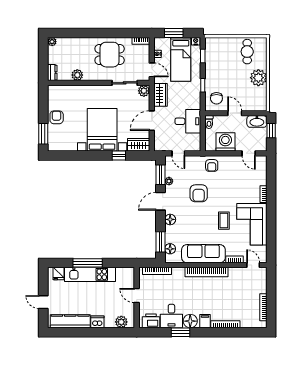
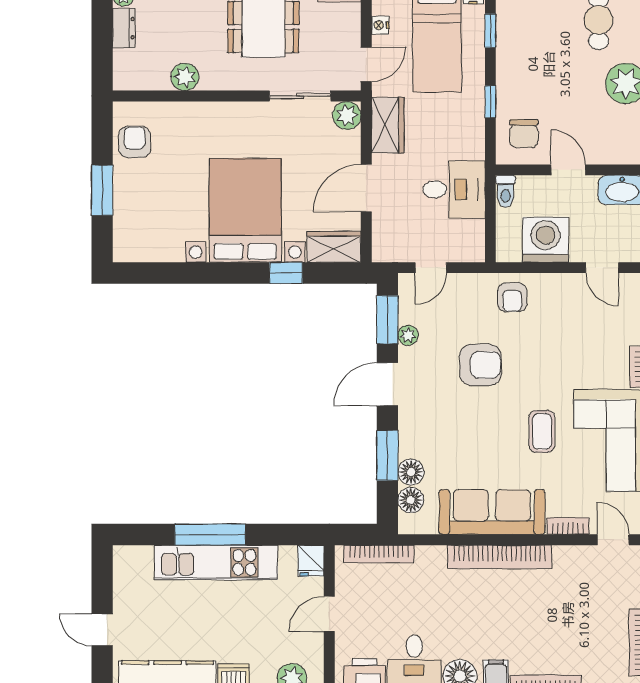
door: (152, 70) -> (366, 64), hinge flipped
dresser: (52, 73) -> (124, 28), moved
armchair: (57, 117) -> (135, 142), moved
window: (43, 134) -> (102, 190), moved
door: (178, 153) -> (431, 268), hinge flipped
armchair: (199, 193) -> (480, 365), turned -90
floor lamp: (170, 219) -> (411, 472), moved
window: (160, 242) -> (387, 455), moved
fridge: (59, 274) -> (311, 561), moved
door: (137, 296) -> (329, 614), hinge flipped

